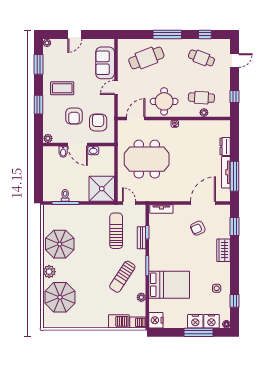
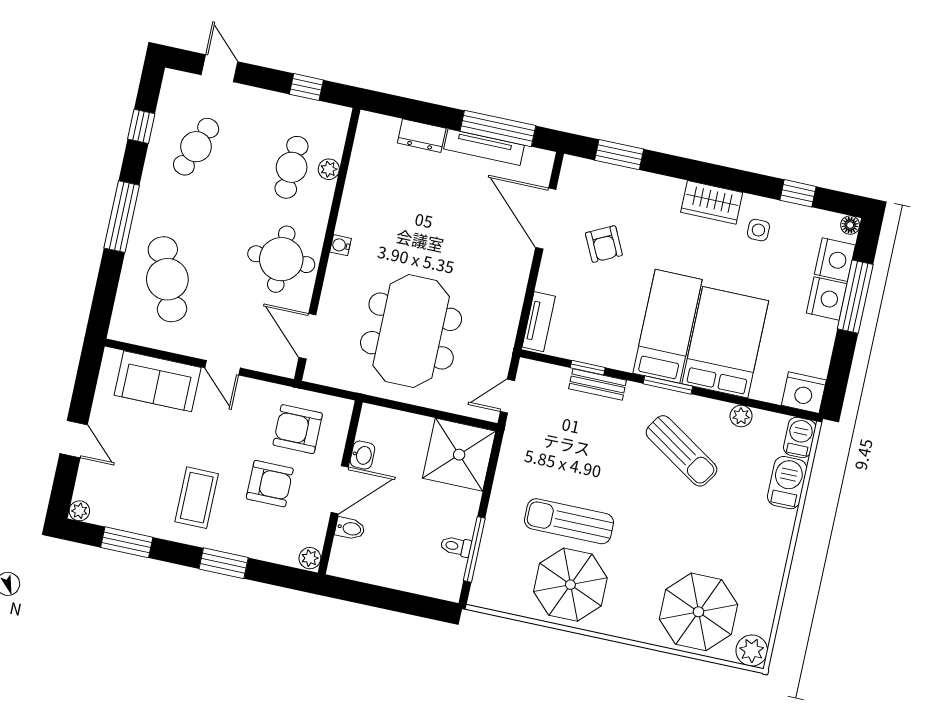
sun lounger: (116, 231) -> (569, 521), moved
wardrobe: (224, 250) -> (712, 202), moved
bed: (171, 260) -> (668, 326), added
plant: (49, 272) -> (752, 651), moved

